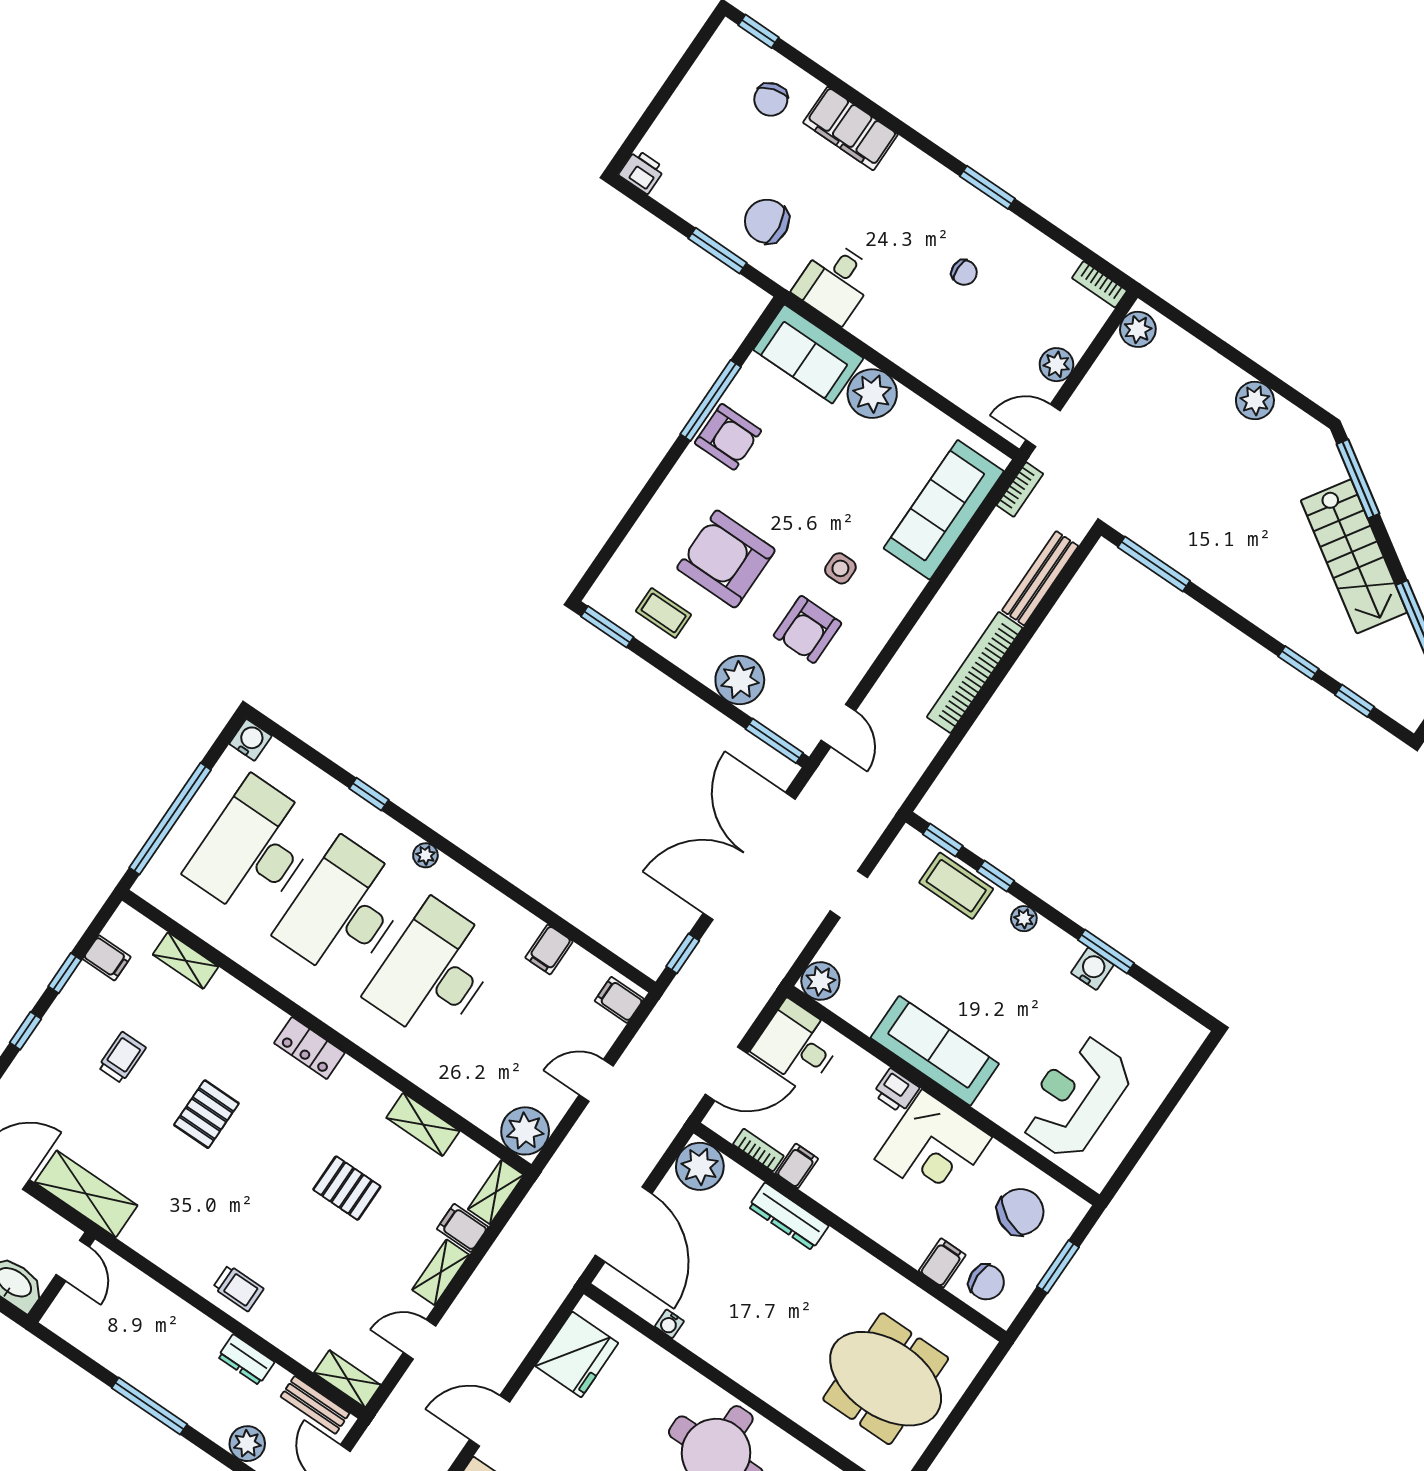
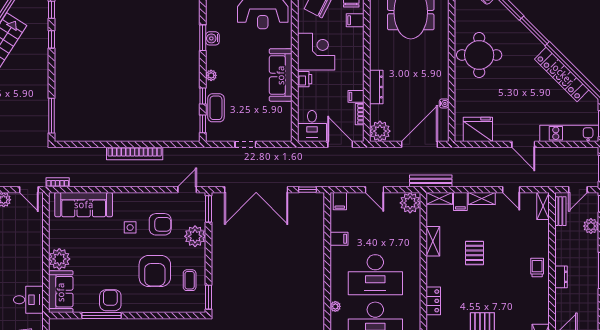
bench: (1040, 578) -> (431, 181), moved
plant: (820, 981) -> (284, 133), removed
dresser: (246, 1360) -> (561, 277), moved

